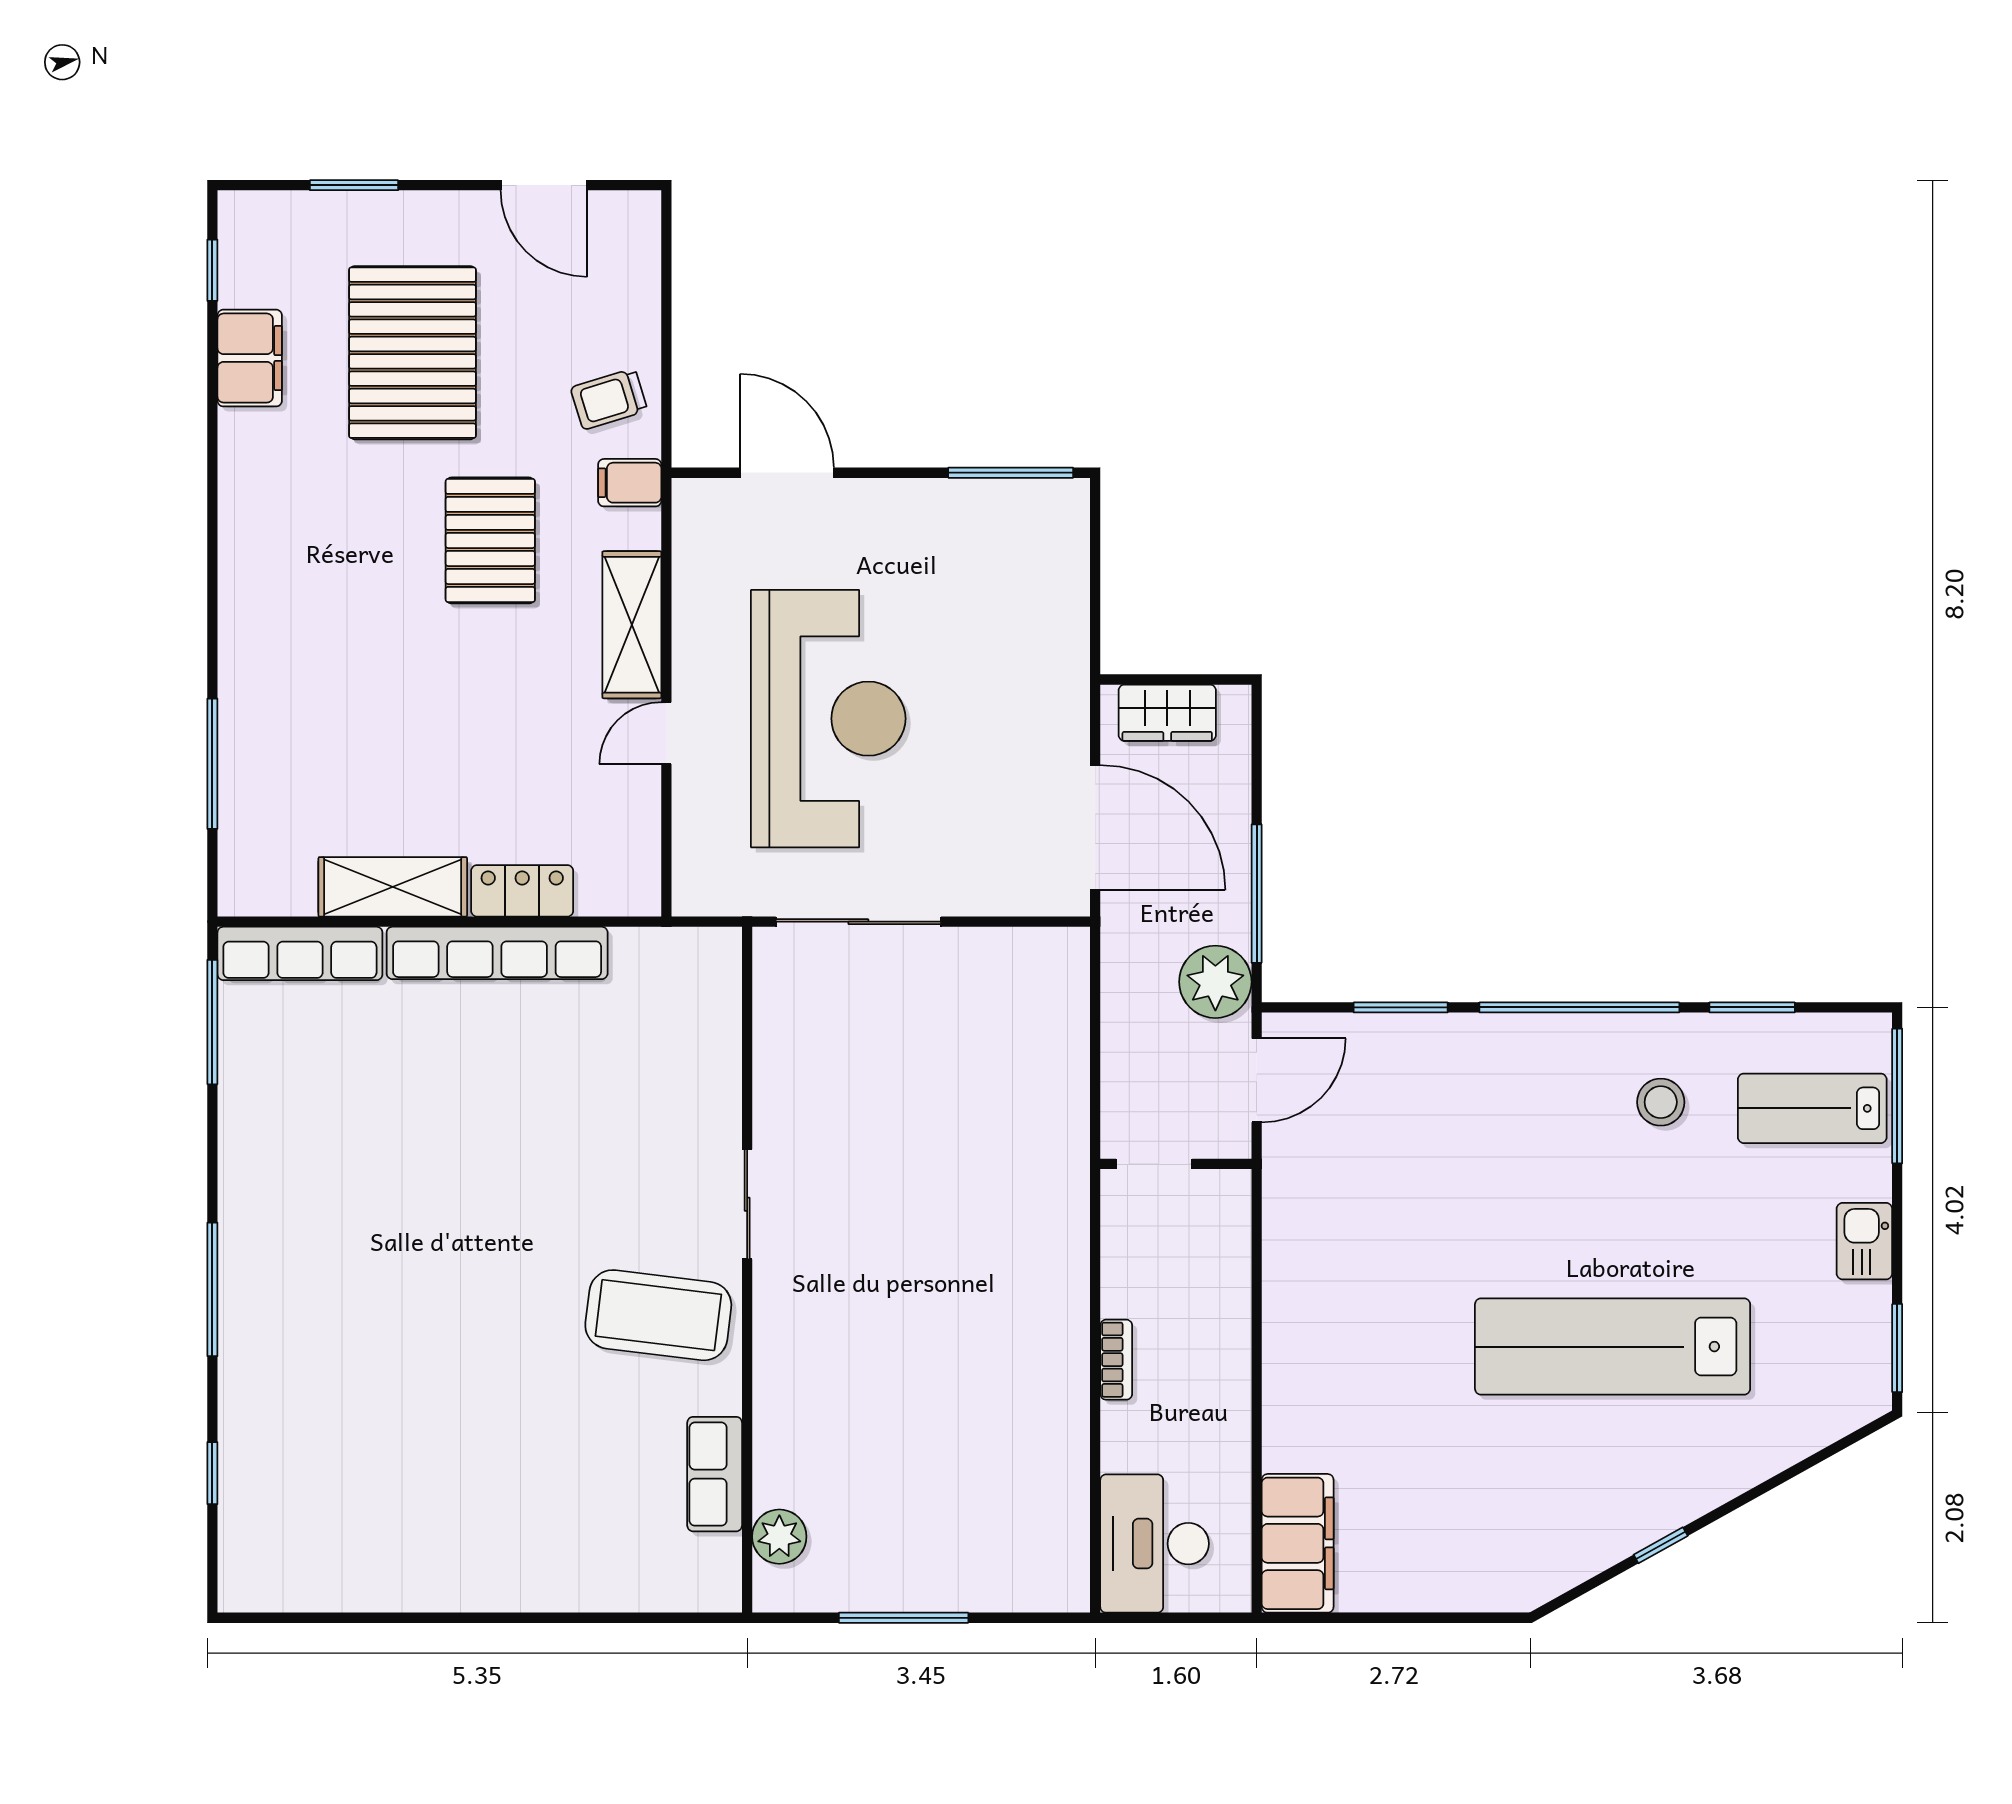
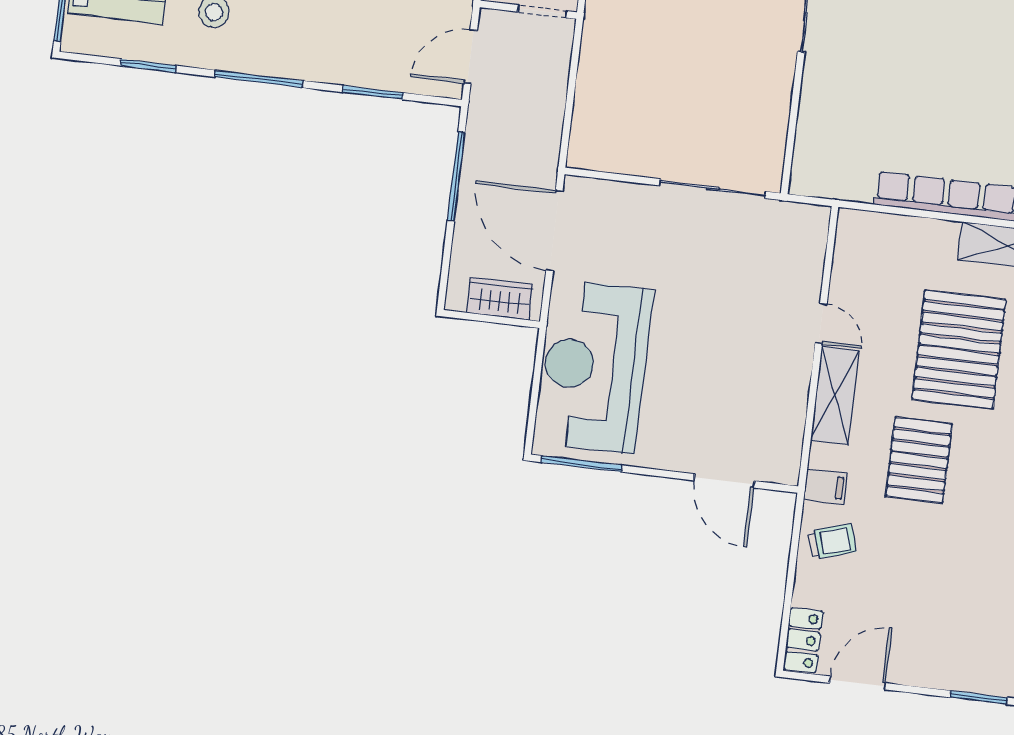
door: (544, 185) -> (857, 683), hinge flipped
pallet: (412, 353) -> (959, 349), moved
reception desk: (828, 719) -> (595, 366), moved
door: (666, 733) -> (821, 324), hinge flipped
locker: (522, 891) -> (803, 640), moved, turned -90
plant: (1215, 982) -> (489, 123), removed
window: (1579, 1007) -> (259, 79), width x0.68

